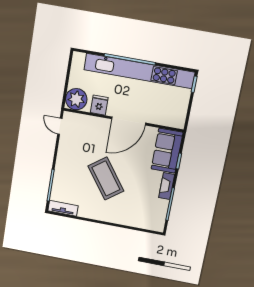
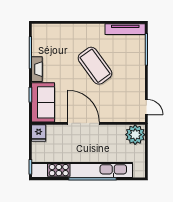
fridge: (99, 105) -> (39, 133), moved
door: (129, 121) -> (83, 123), hinge flipped
tv unit: (63, 208) -> (125, 29), width x1.41

